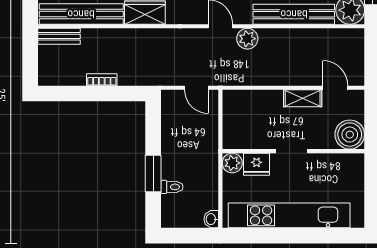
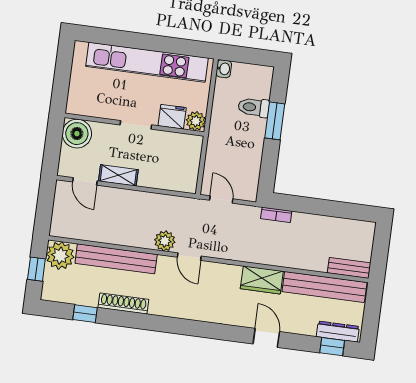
bookcase: (102, 80) -> (276, 215), moved
toilet: (172, 187) -> (254, 107), width x1.37, depth x1.39

